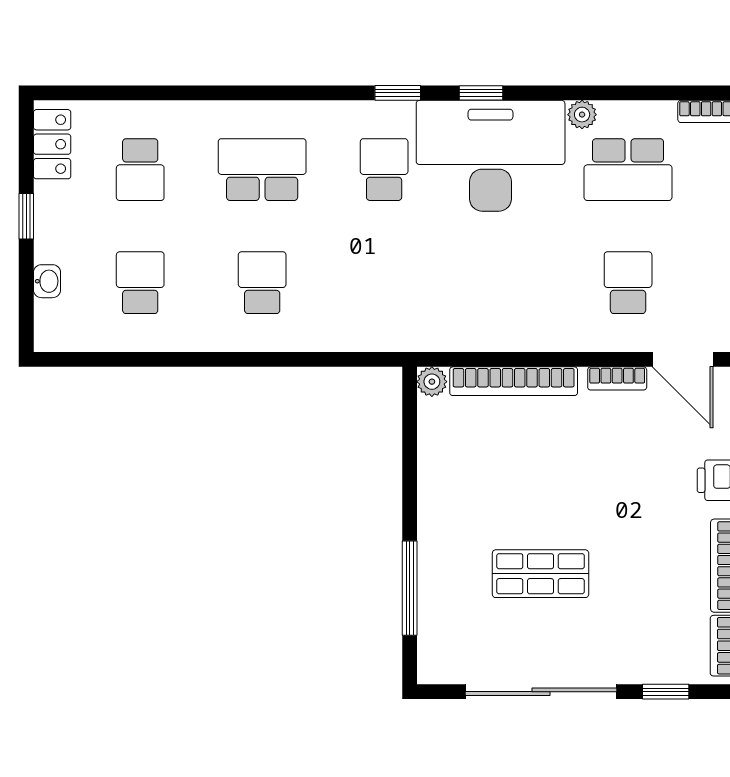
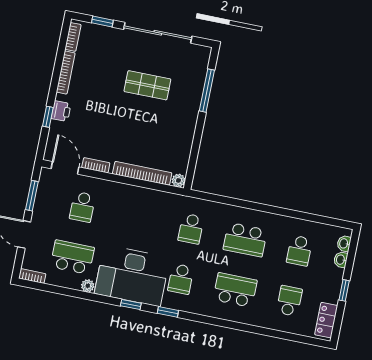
school desk: (262, 170) -> (235, 290), turned 180
school desk: (262, 283) -> (245, 240), width x1.85
school desk: (384, 283) -> (191, 229), added
washbasin: (47, 317) -> (344, 244), added

